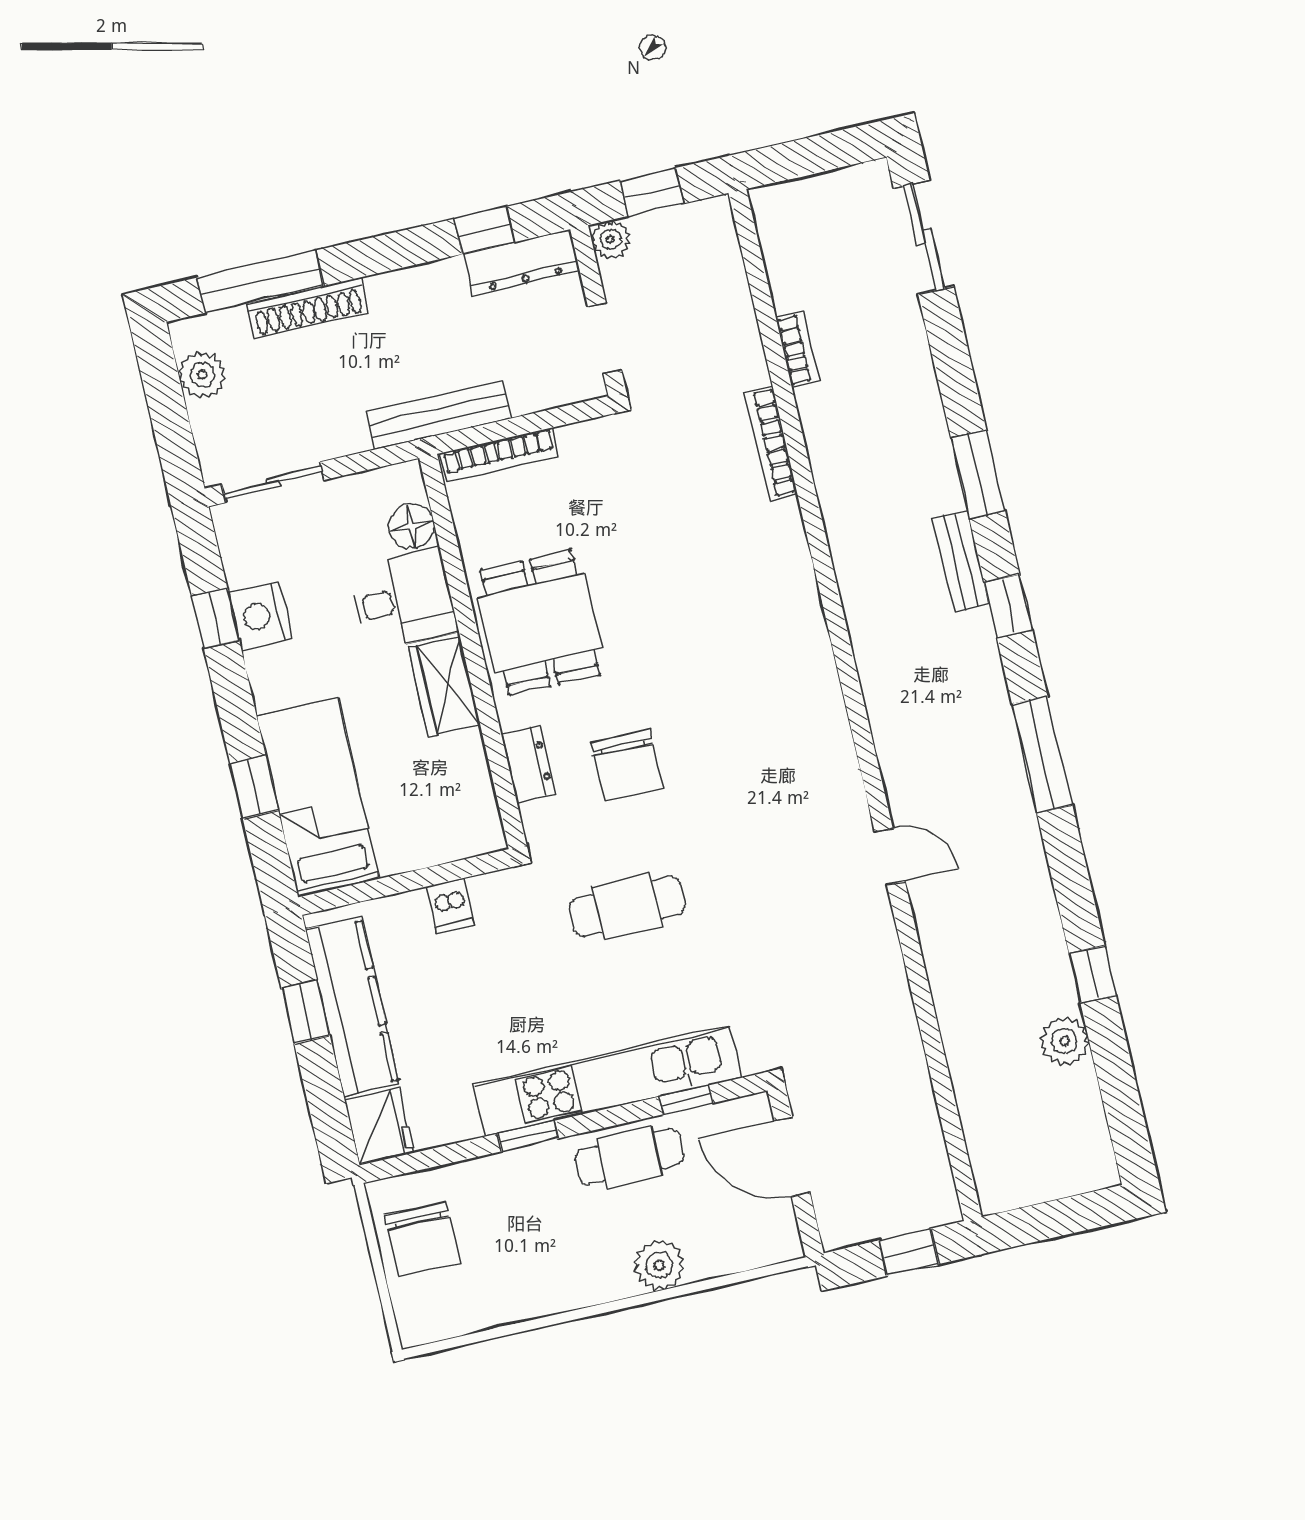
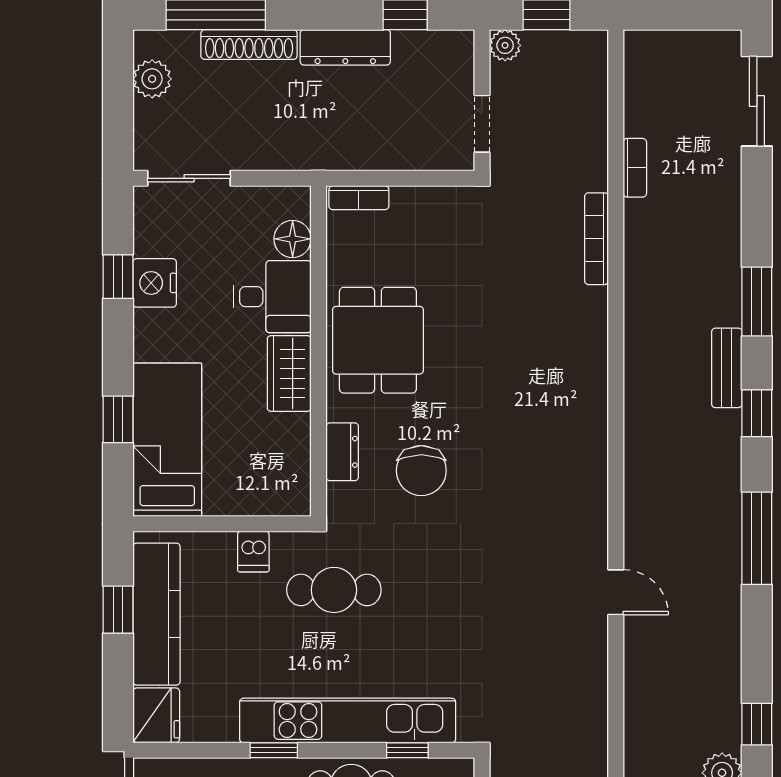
dresser: (522, 262) -> (345, 47), moved
bench: (438, 415) -> (334, 155), removed
bookcase: (499, 455) -> (359, 198), width x0.64
cafe table: (627, 907) -> (334, 590), moved

